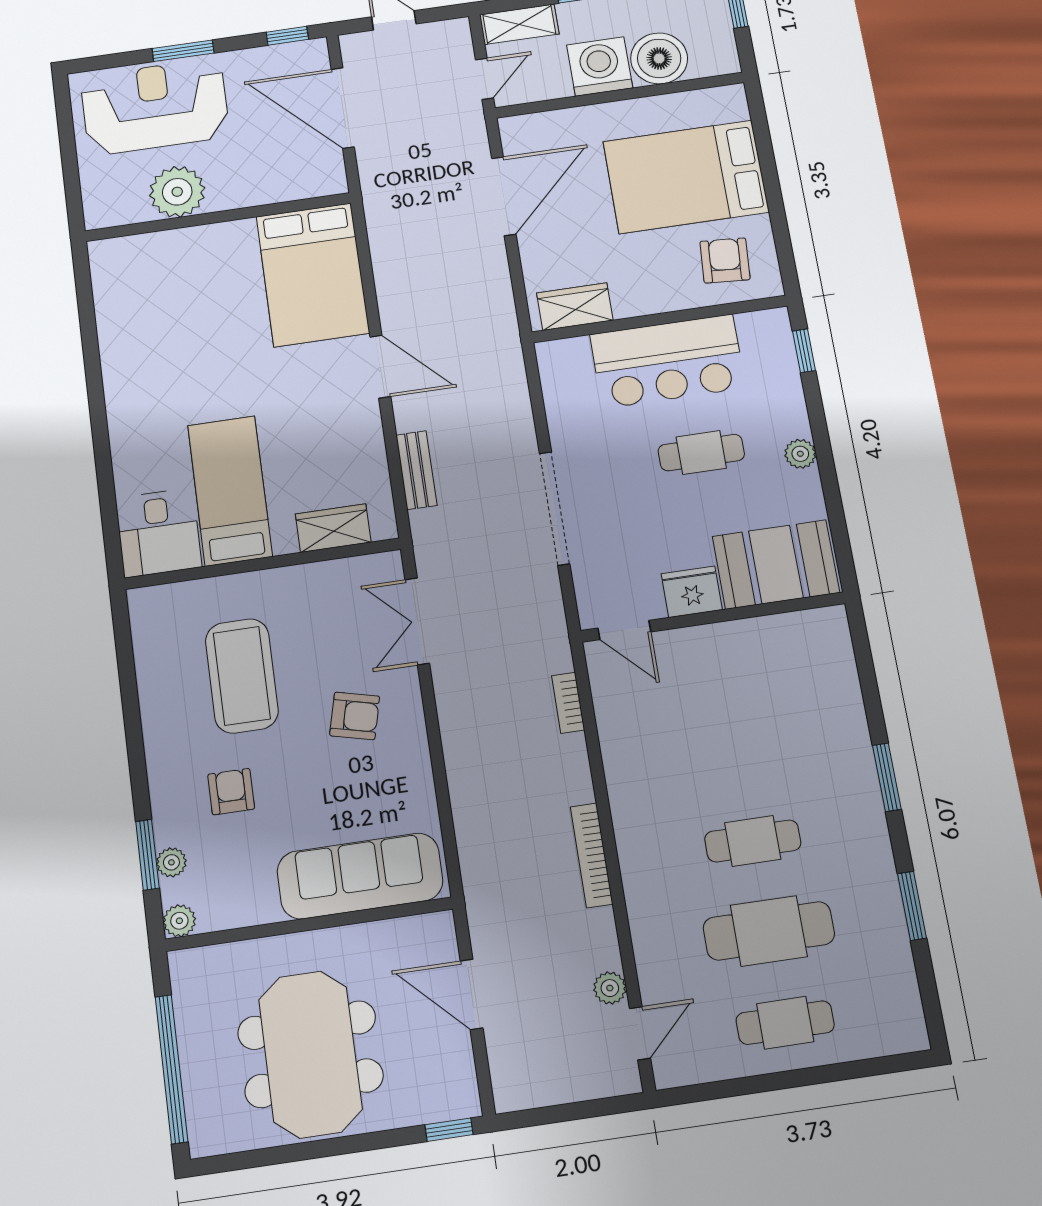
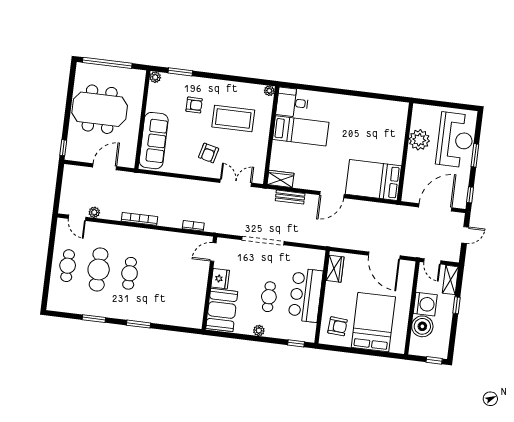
wardrobe: (333, 528) -> (280, 179), moved, turned -90
plant: (171, 862) -> (269, 91), moved

